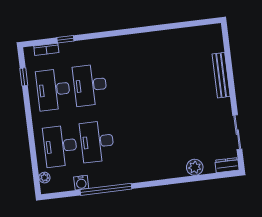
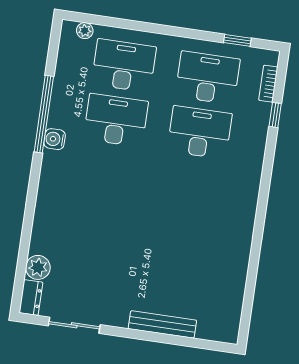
plant: (195, 167) -> (38, 267), moved
water cooler: (81, 183) -> (55, 139), moved

